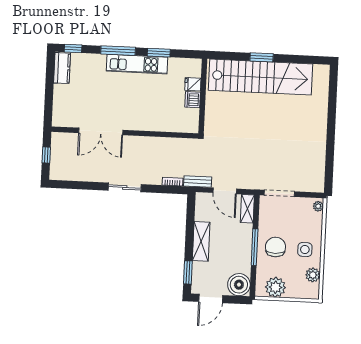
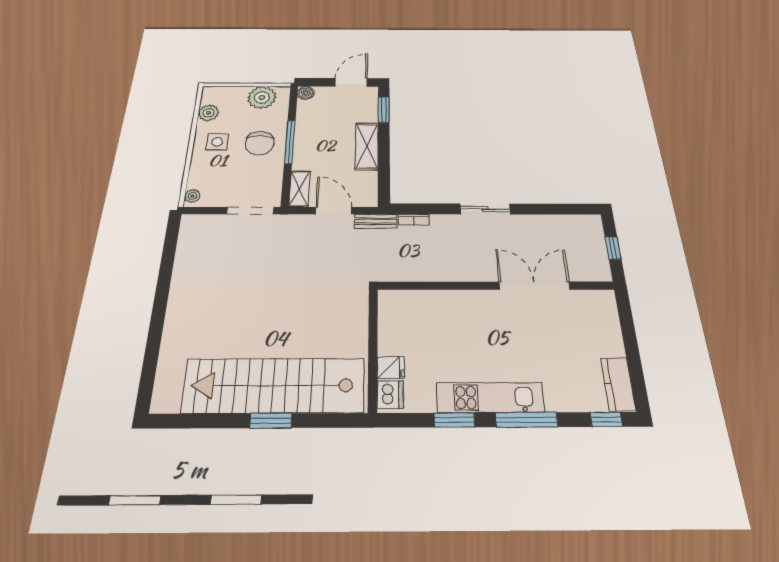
dishwasher: (193, 100) -> (390, 394), moved
boiler: (239, 285) -> (306, 93), width x0.54, depth x0.54

